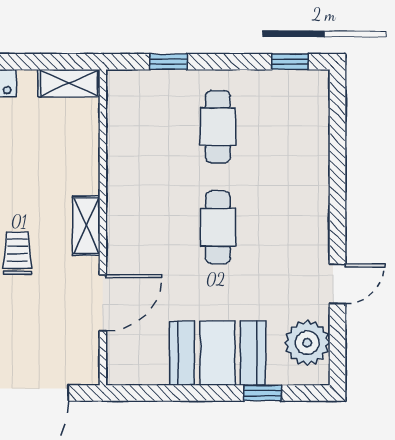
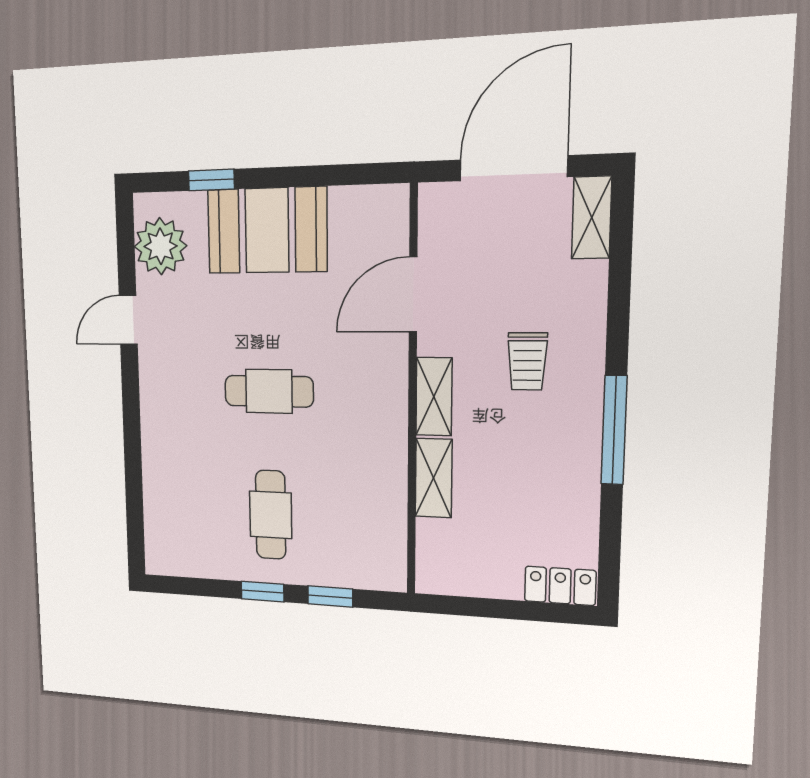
window: (290, 62) -> (262, 592), moved
shelving: (69, 83) -> (434, 478), moved, turned 90
cafe table: (218, 227) -> (269, 391), turned 90

